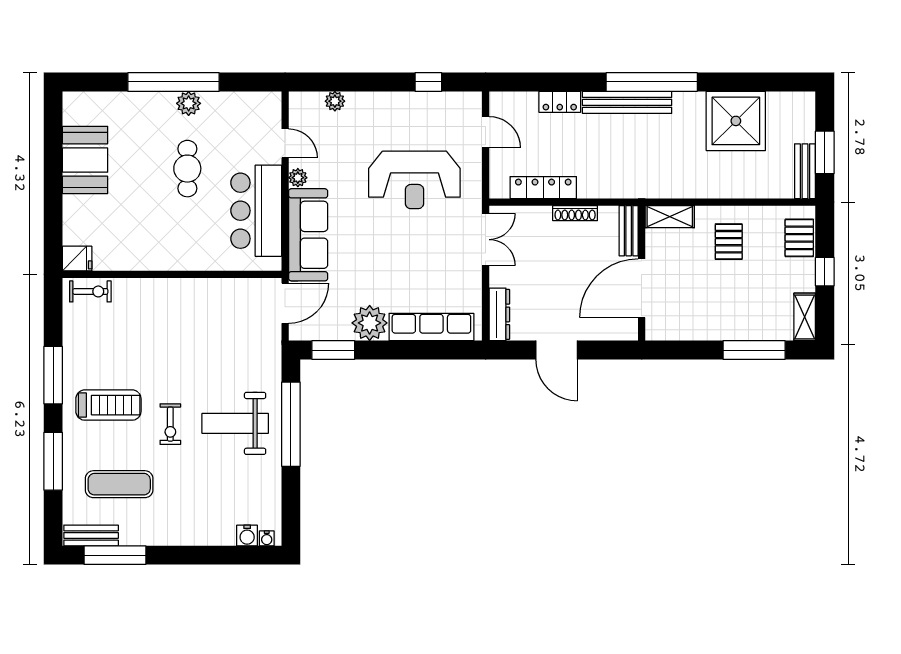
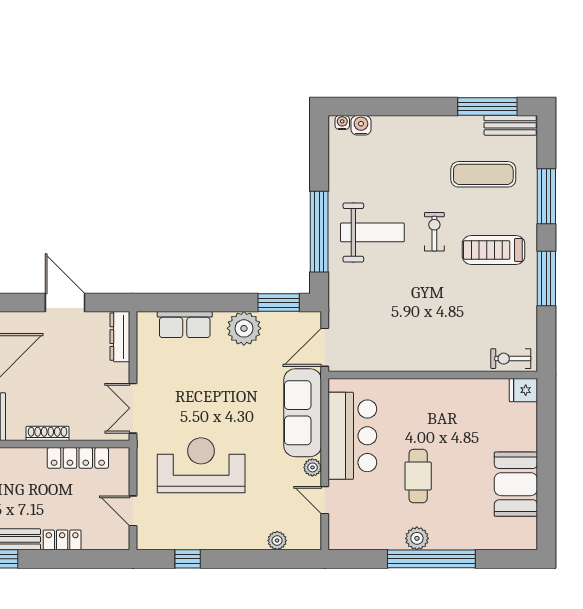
row of seats: (431, 327) -> (185, 325), width x0.68

